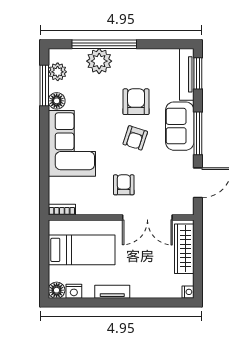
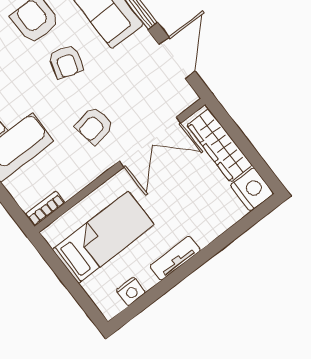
armchair: (124, 185) -> (94, 126), turned -99
floor lamp: (57, 290) -> (110, 305), removed
nightstand: (188, 292) -> (252, 189), width x1.89, depth x1.79

